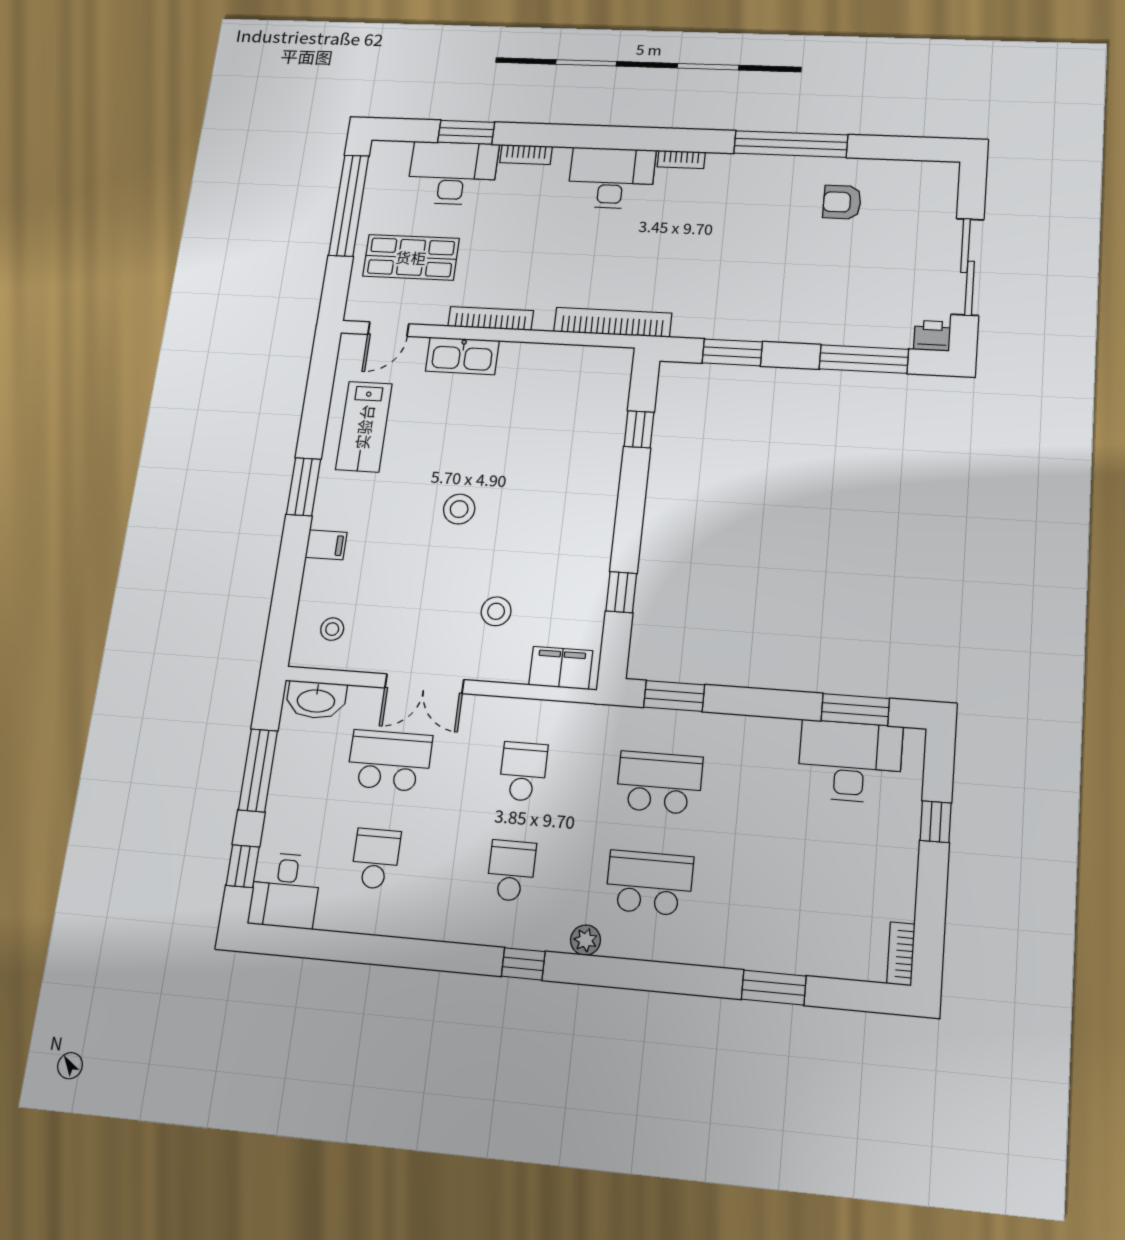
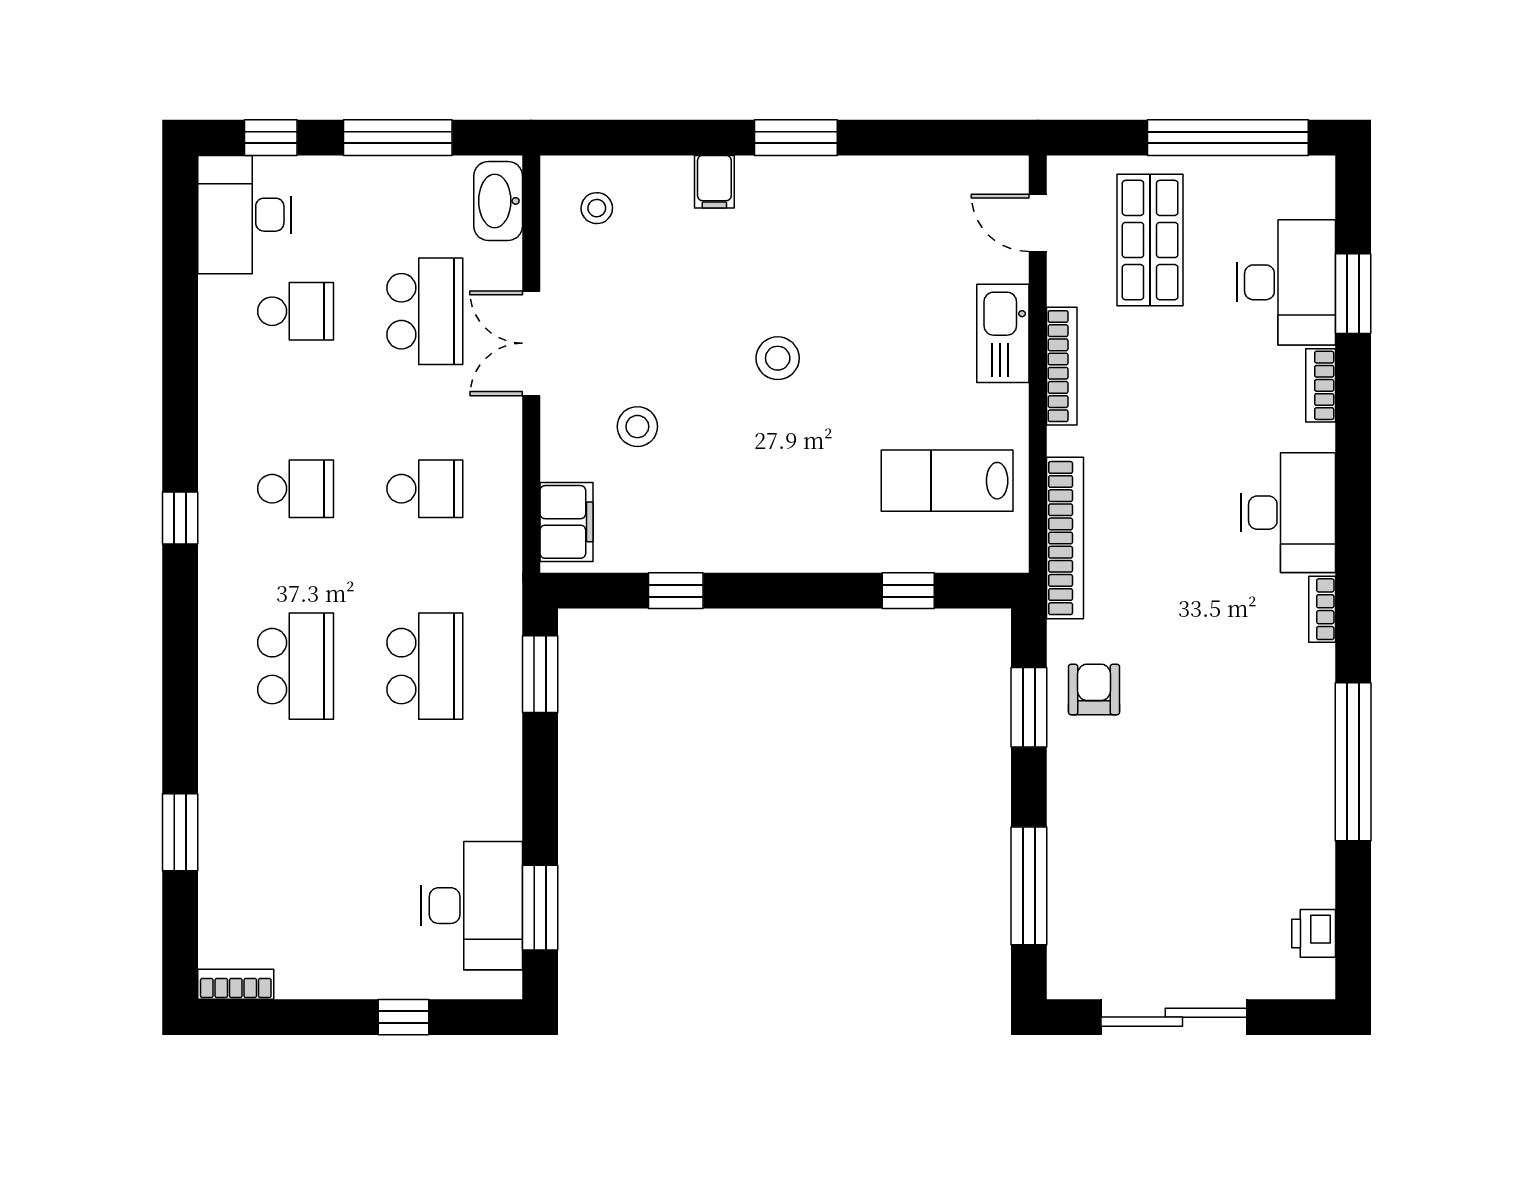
armchair: (842, 202) -> (1094, 689), moved
printer: (932, 336) -> (1314, 933), moved, turned 180
lab bench: (364, 427) -> (947, 481), moved
desk: (285, 890) -> (245, 215), width x1.37
plant: (586, 940) -> (217, 593), removed

